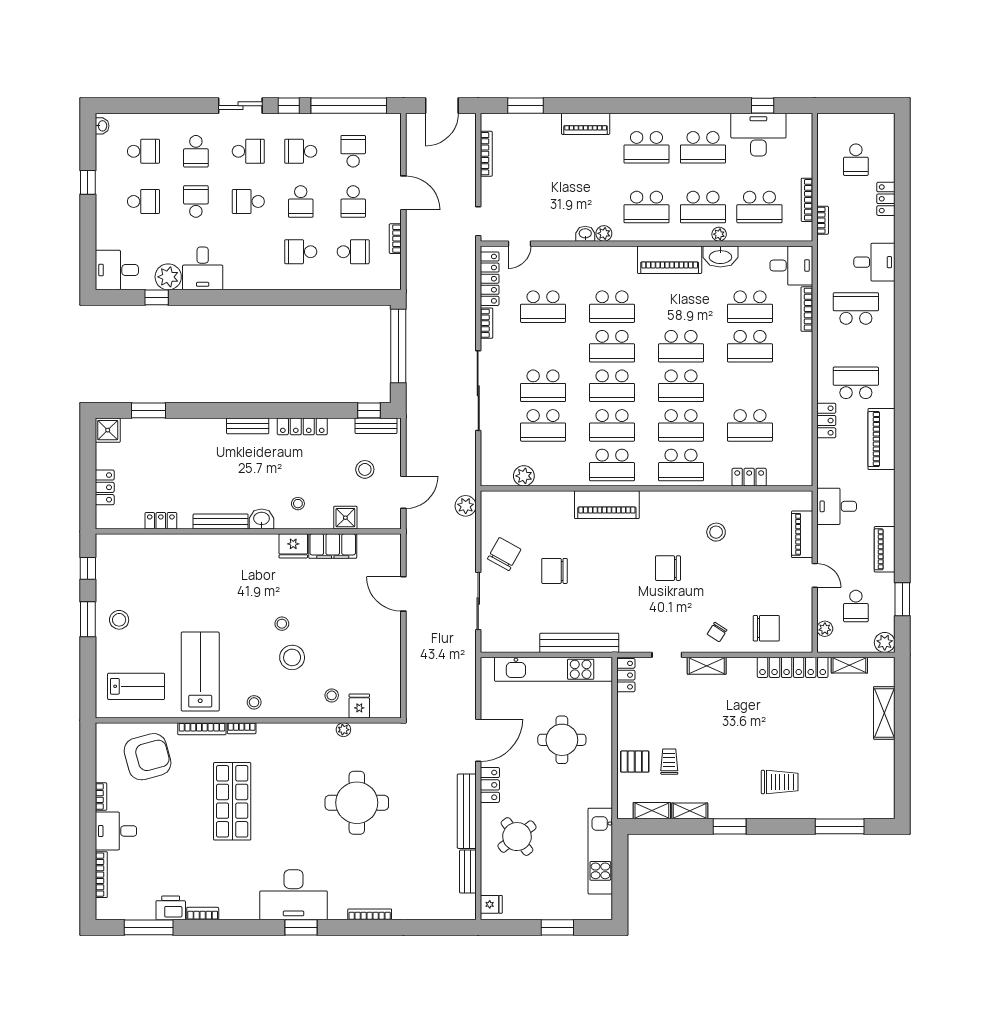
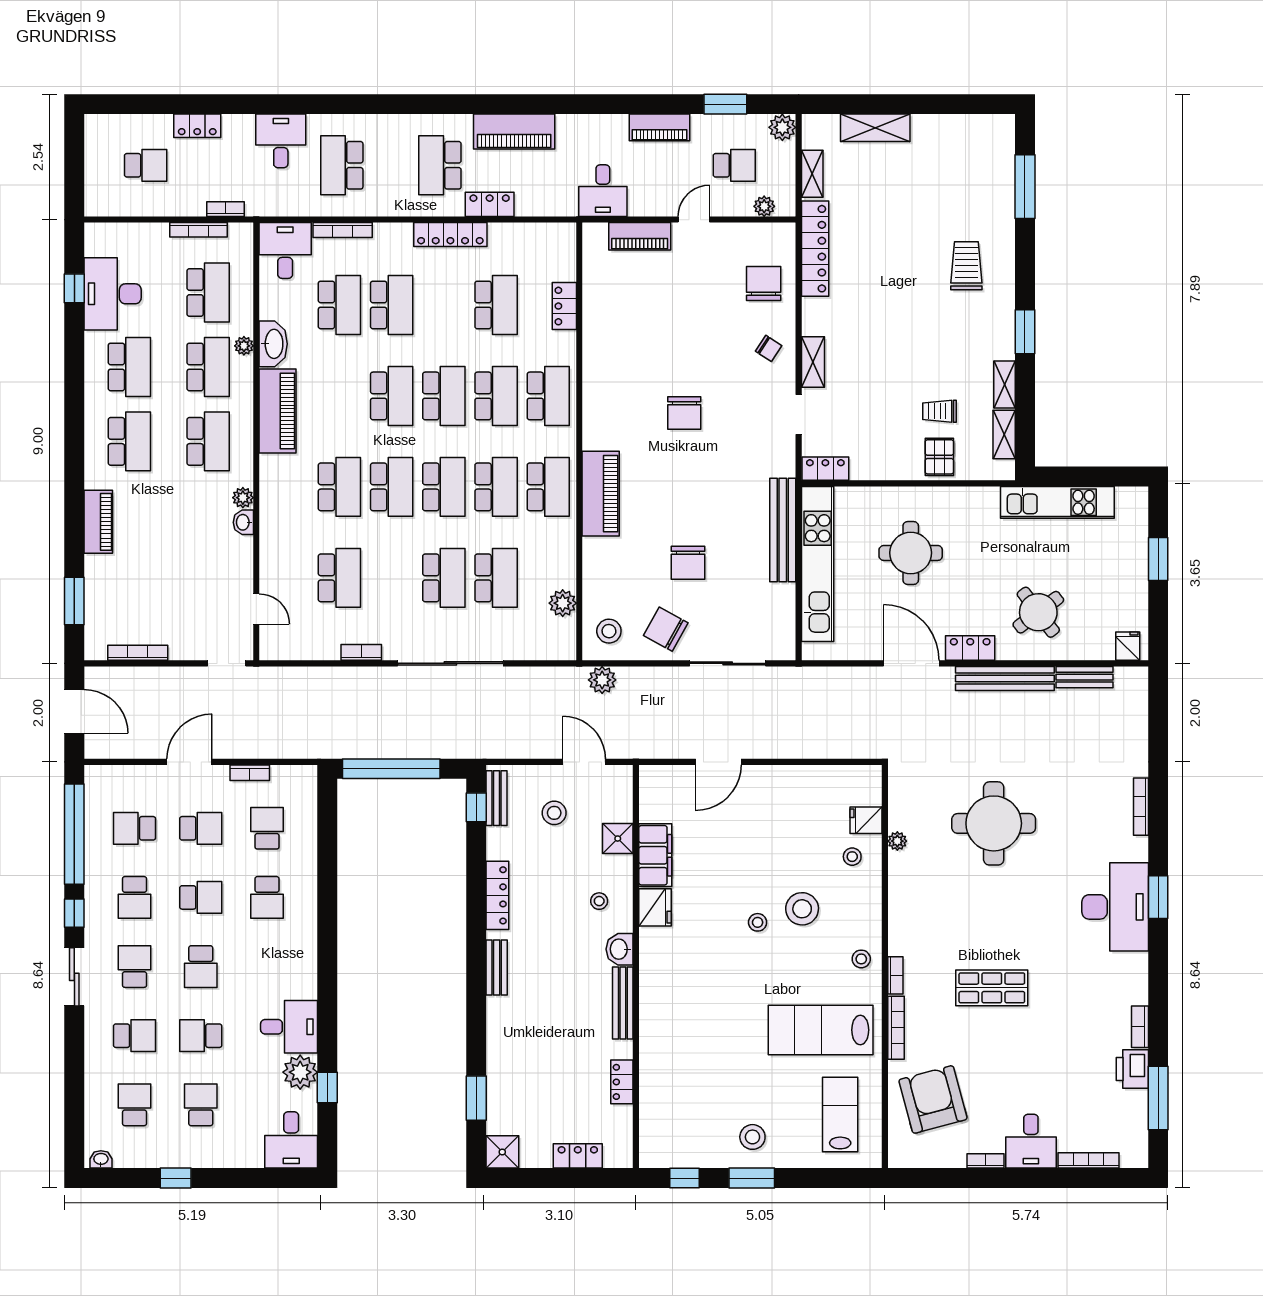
locker: (490, 279) -> (450, 235), moved, turned 180
stool: (716, 532) -> (609, 631), moved
shop shelf: (232, 801) -> (992, 988), width x0.70, depth x0.74

